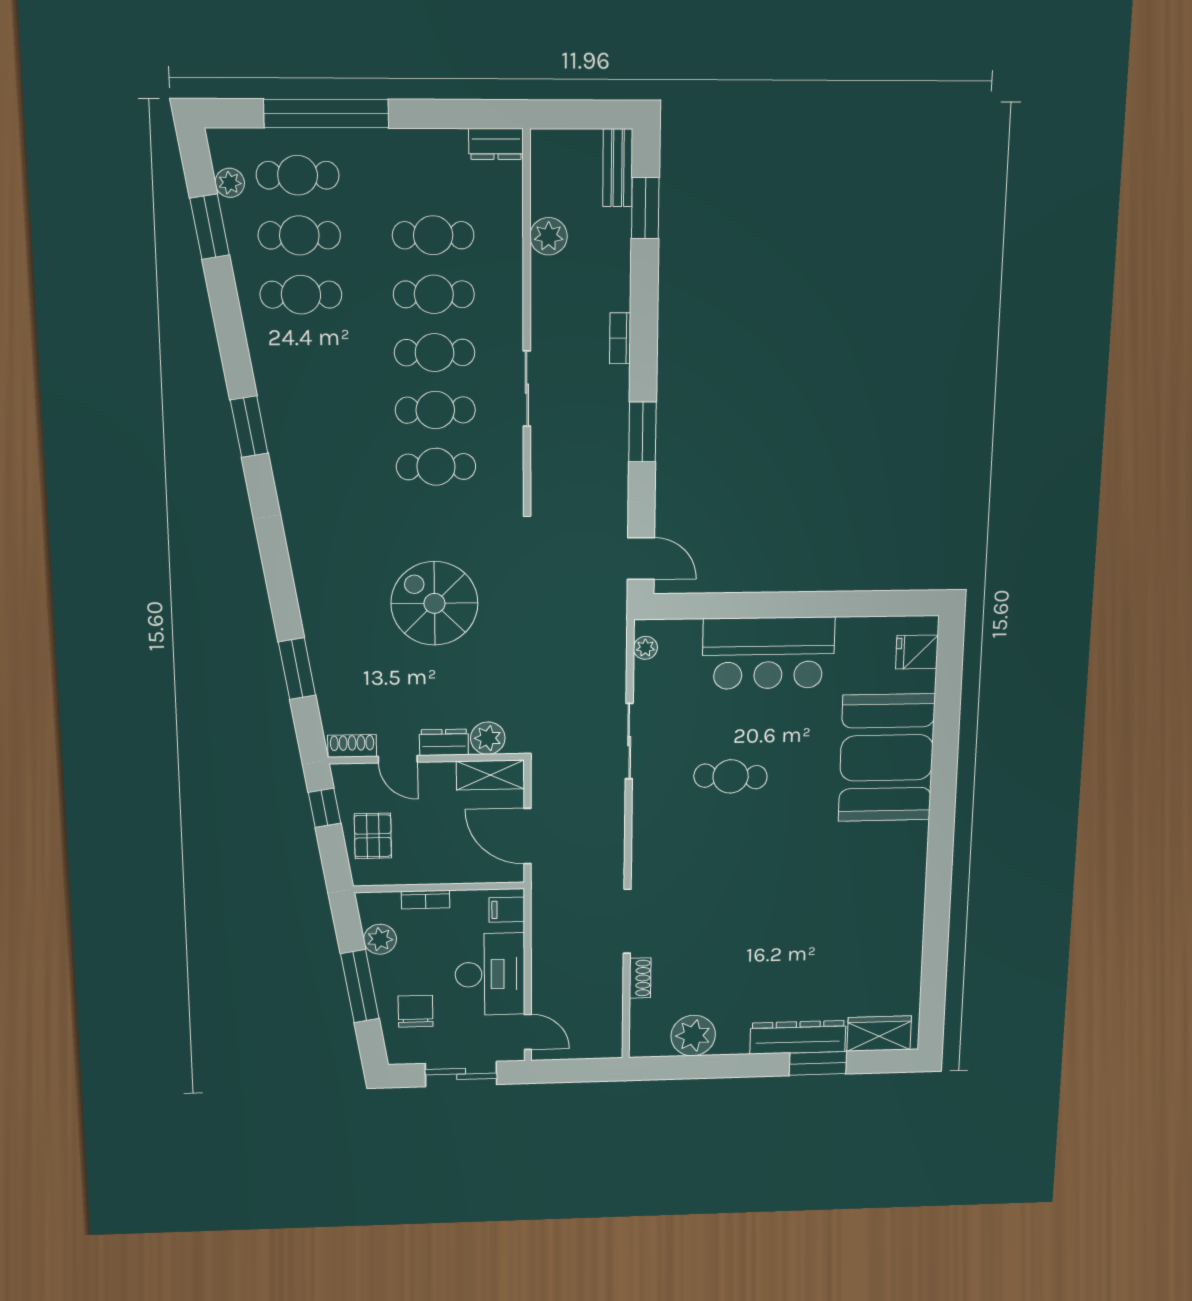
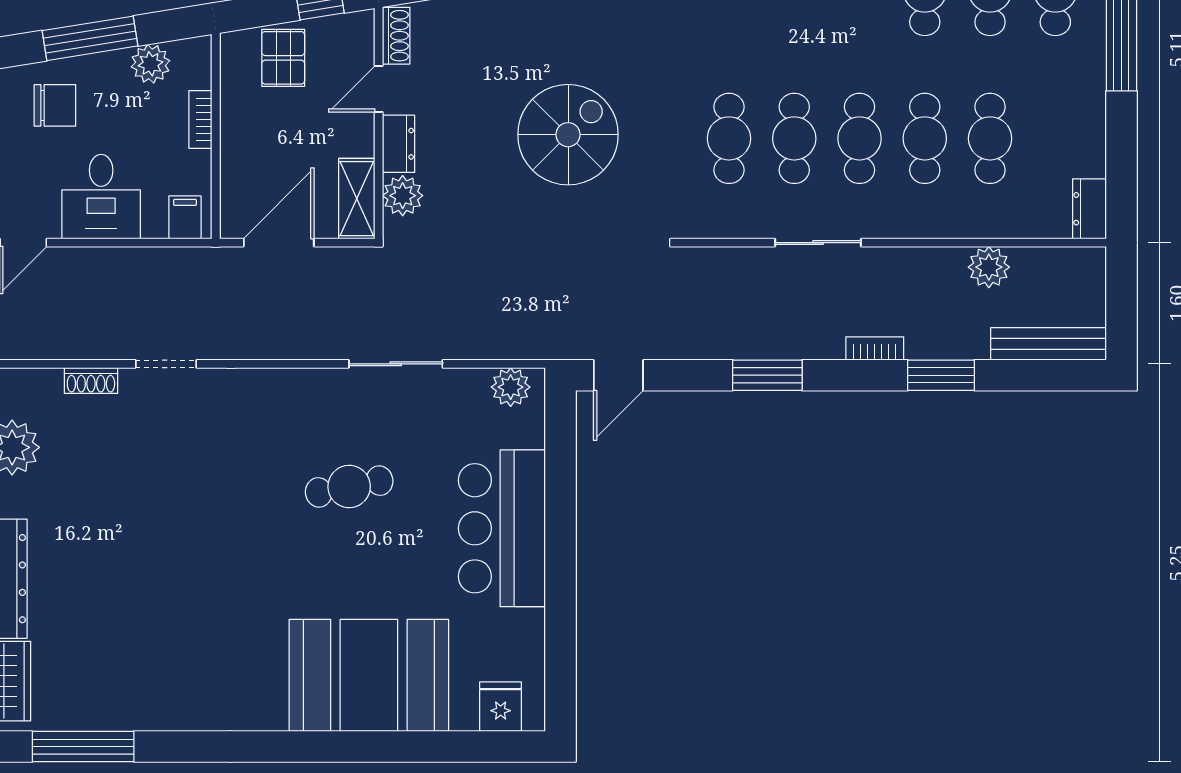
bench: (618, 168) -> (1048, 344), width x1.36
window: (645, 208) -> (941, 375), moved
plant: (645, 648) -> (511, 387), width x1.38, depth x1.38
cafe table: (731, 776) -> (349, 487), turned 76
pallet: (373, 836) -> (283, 58), turned 90
doorway: (627, 921) -> (166, 364), width x0.73
desk: (490, 974) -> (101, 197), width x0.73
window: (934, 976) -> (83, 747), added

